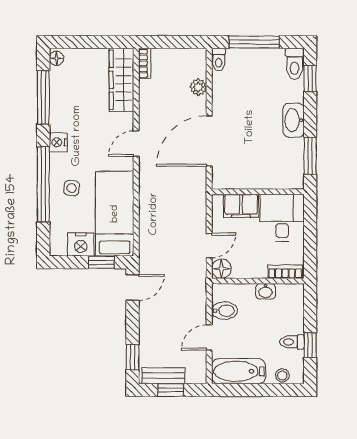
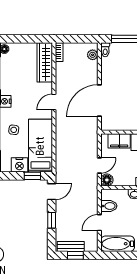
plant: (198, 87) -> (93, 55), moved
window: (133, 357) -> (52, 220), moved

